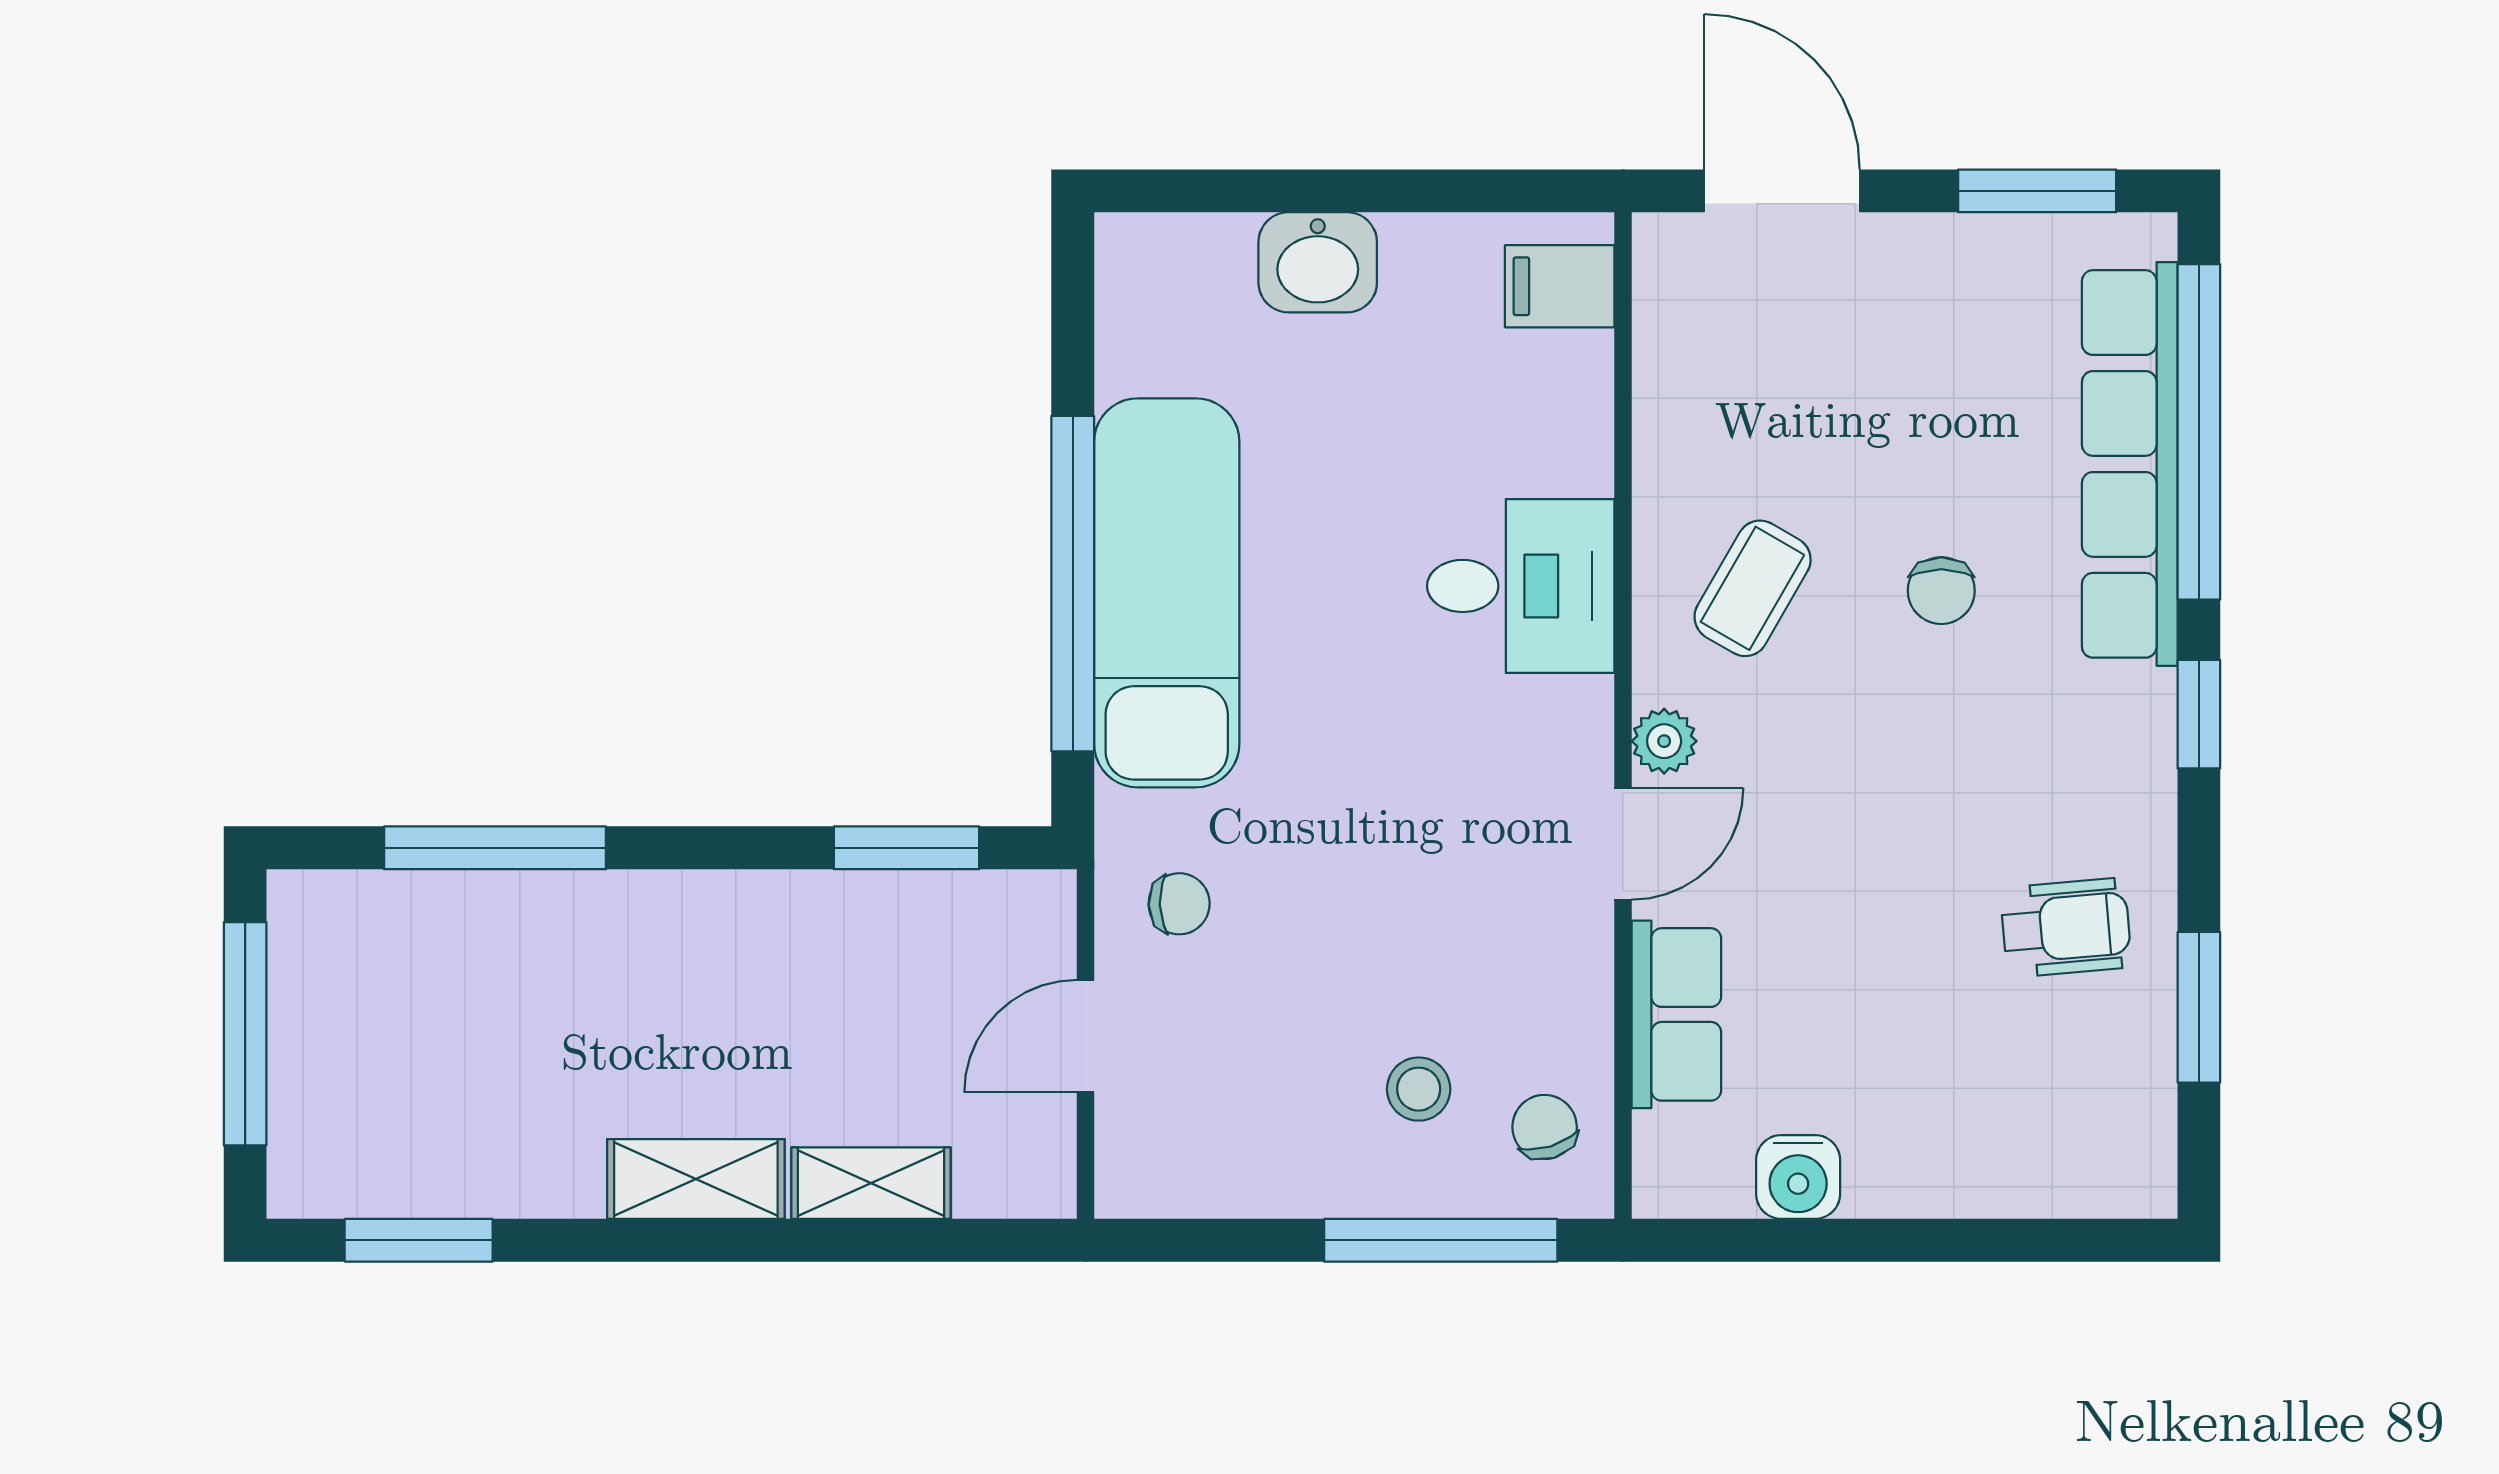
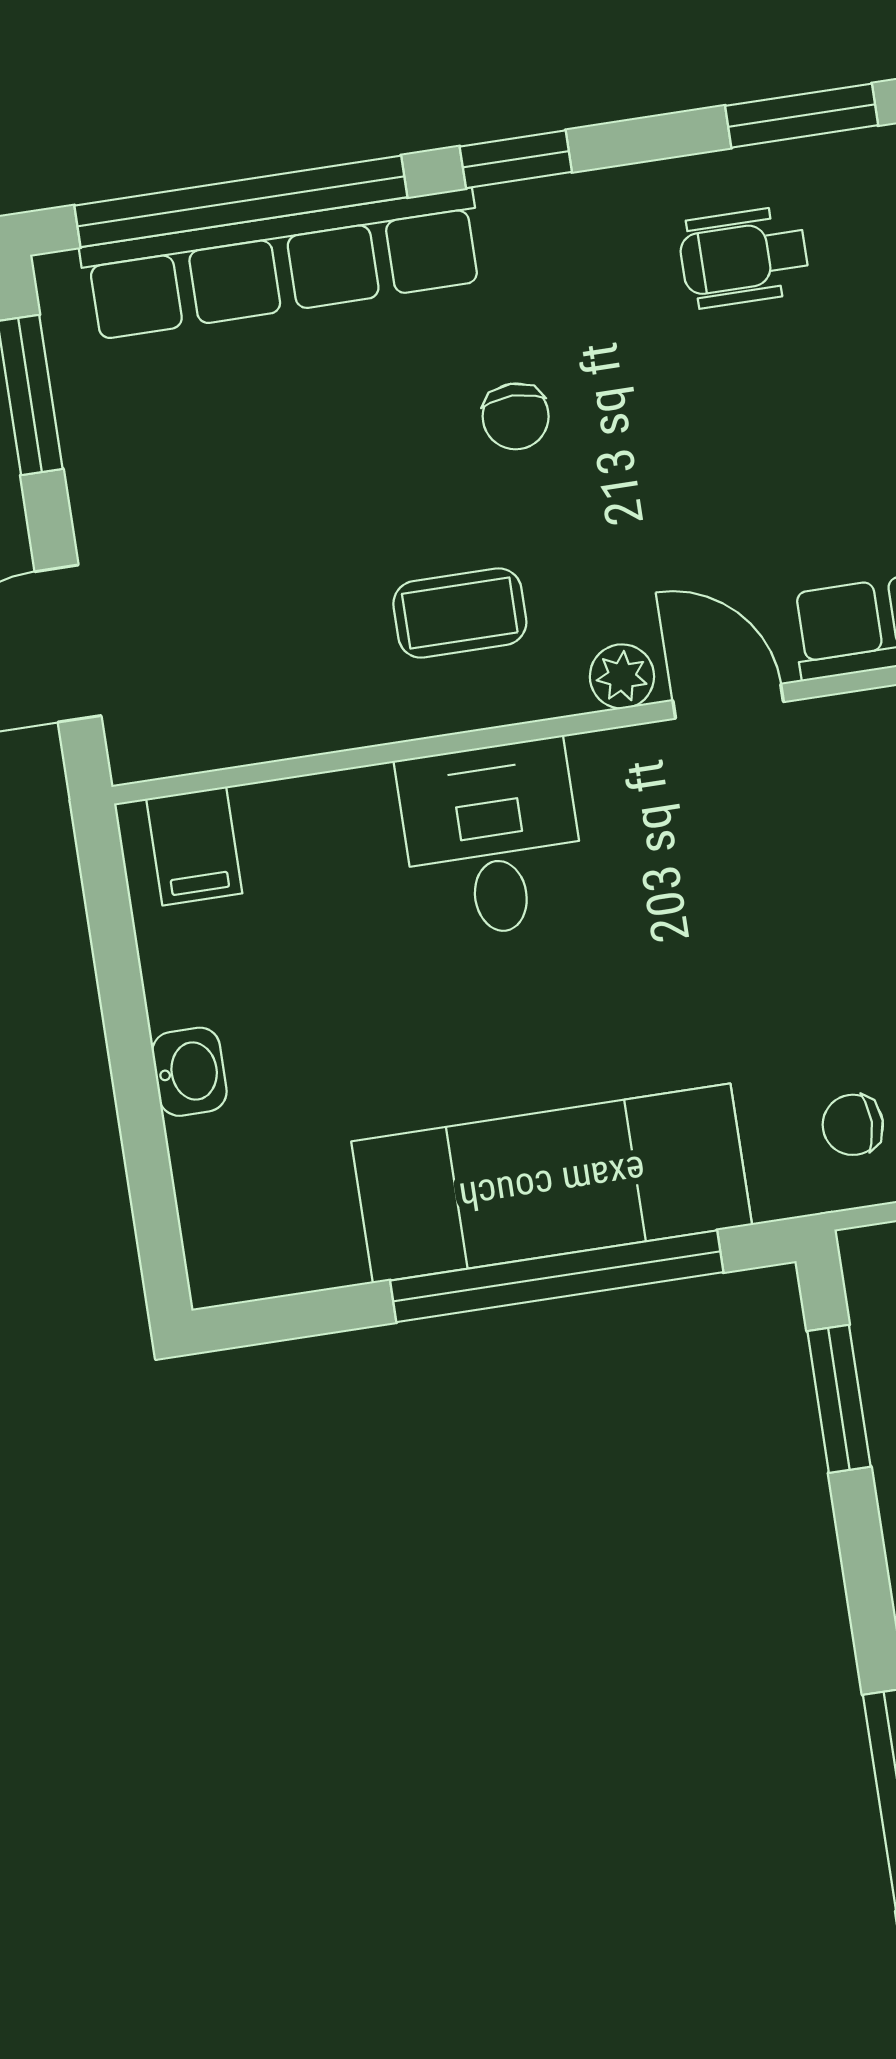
washbasin: (1318, 262) -> (189, 1072), width x0.72, depth x0.69
coffee table: (1753, 588) -> (460, 613), turned -30
chair: (1941, 591) -> (516, 416), moved, turned 90
chair: (1179, 904) -> (853, 1125), turned -88
wheelchair: (2066, 928) -> (744, 257), turned -85

